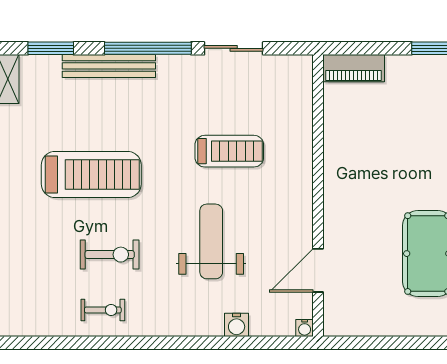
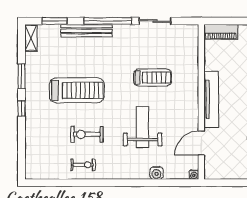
tv unit: (336, 191) -> (211, 99), added
exercise bike: (110, 255) -> (87, 134), turned 180

